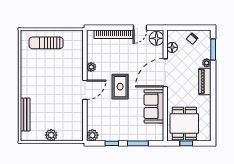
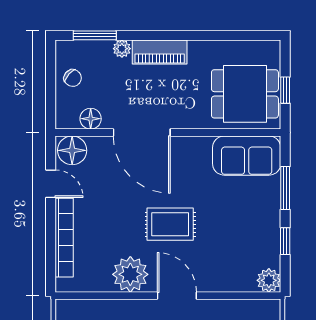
plant: (91, 67) -> (130, 274), width x1.87, depth x1.87
sofa: (154, 106) -> (247, 156), moved

